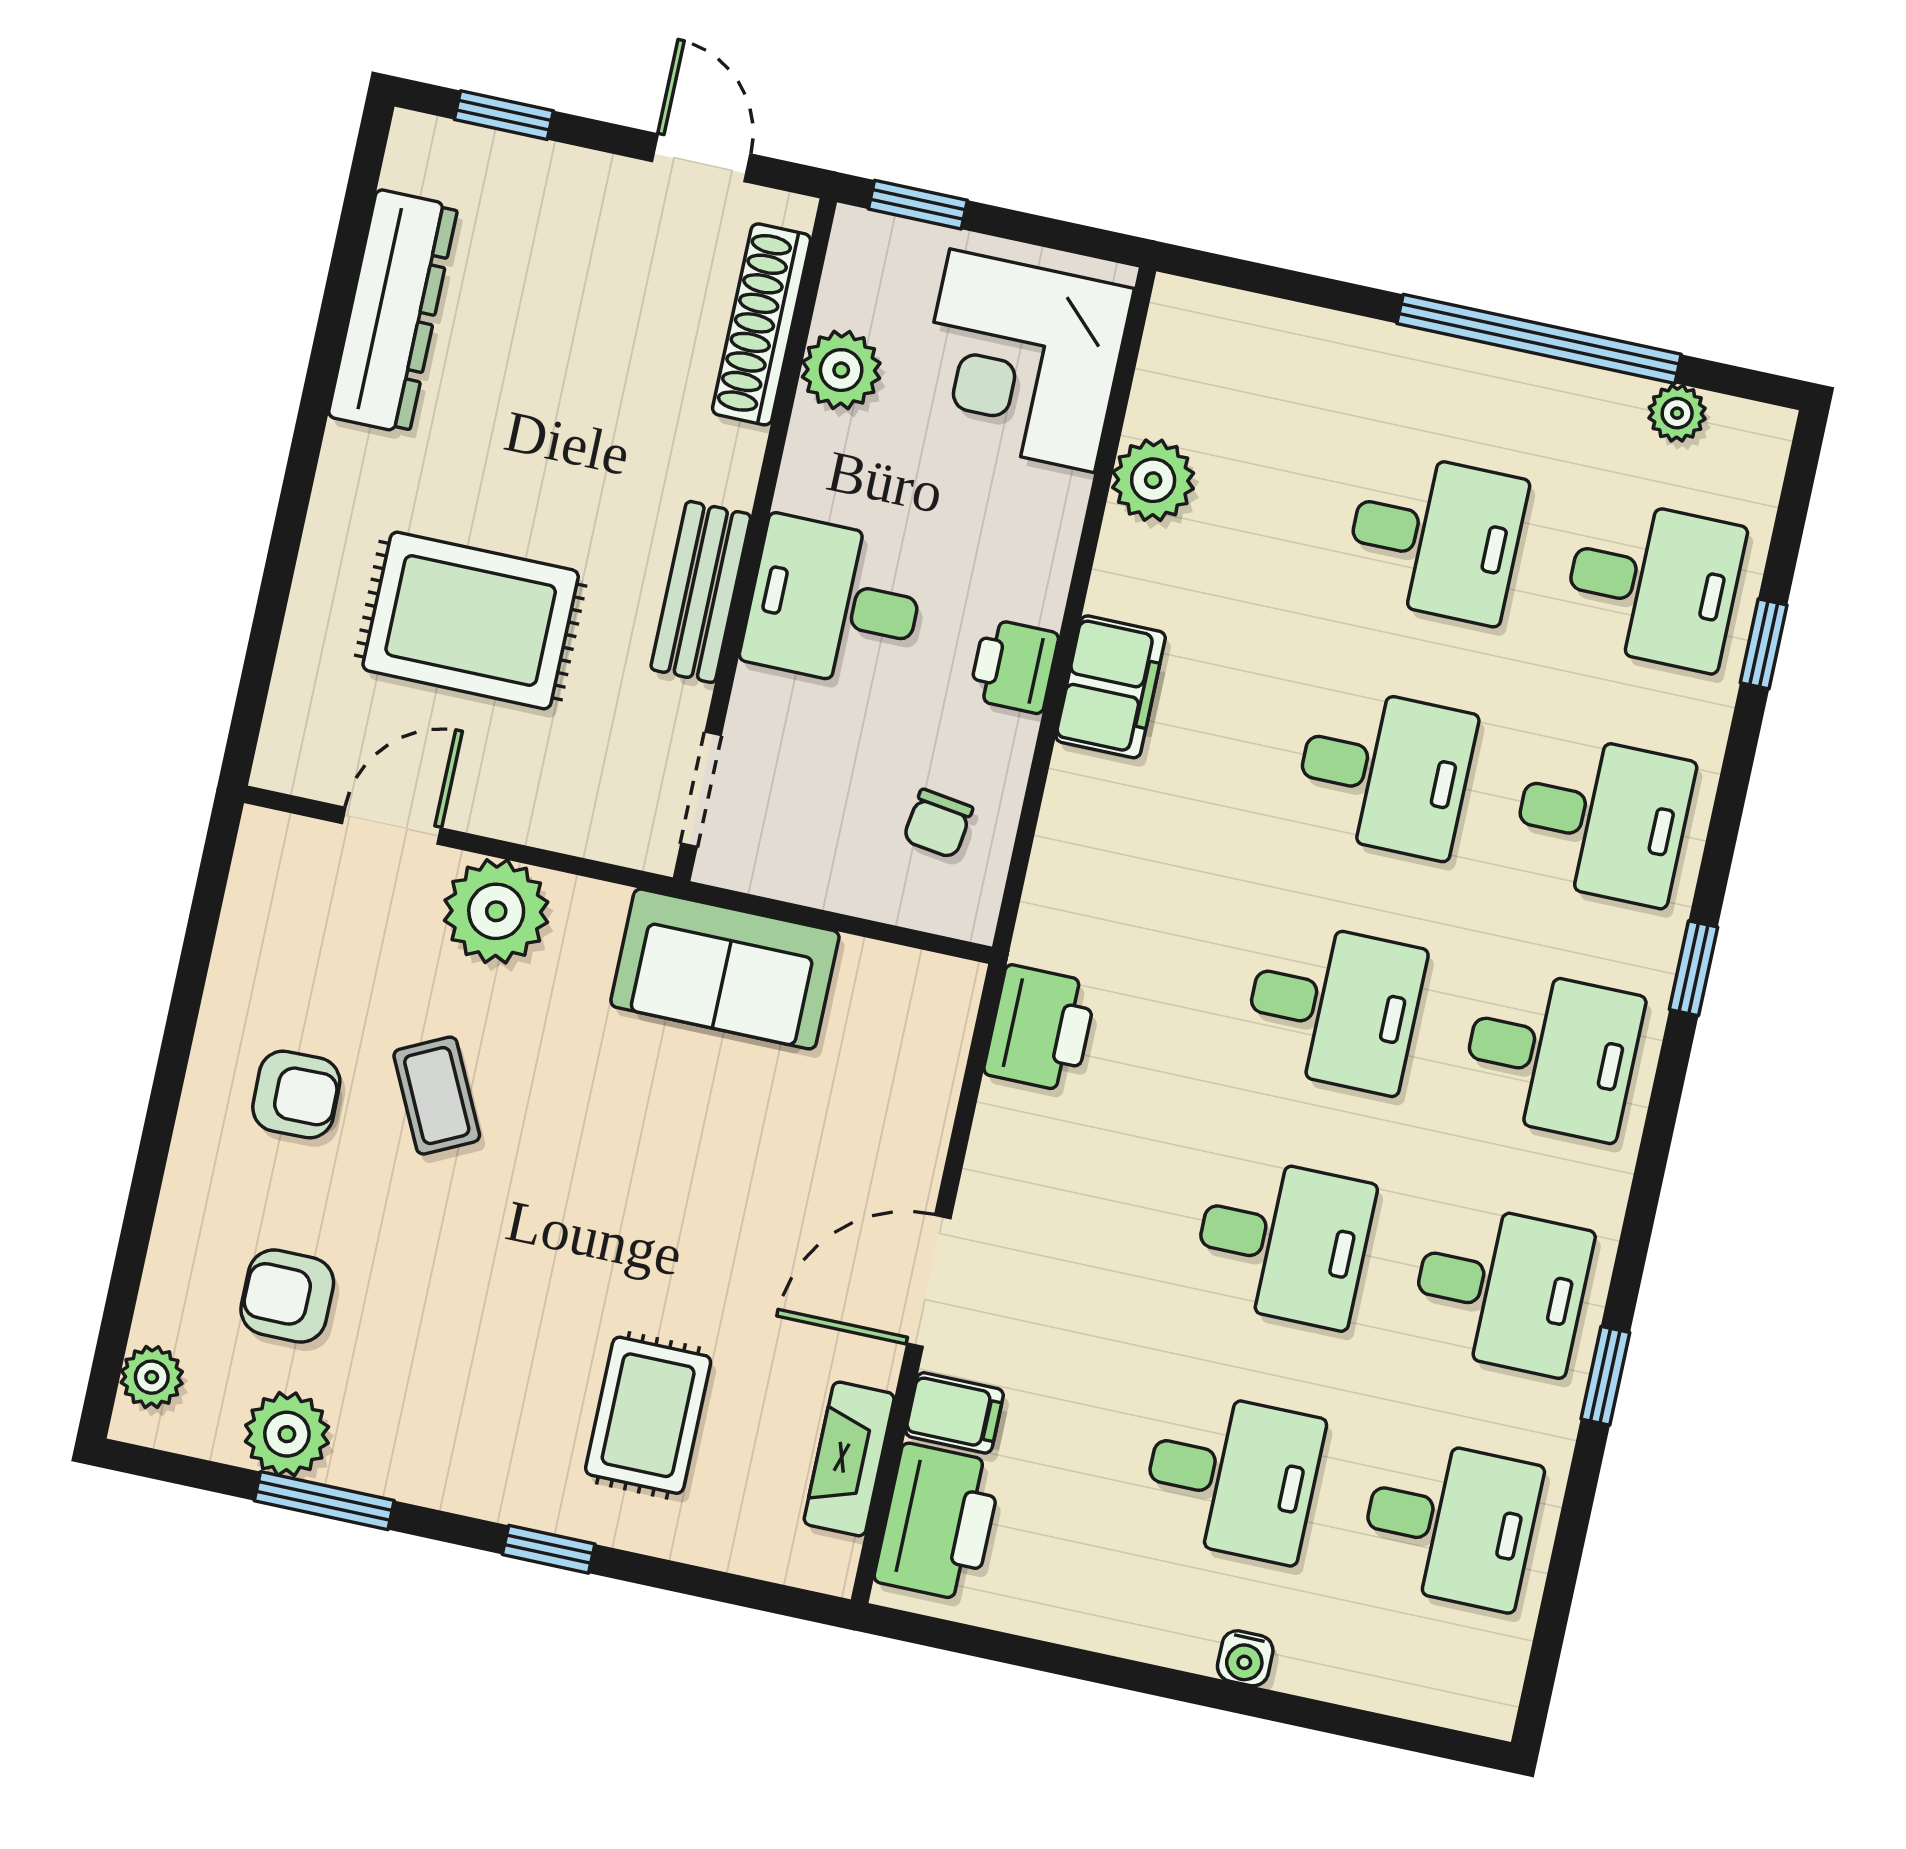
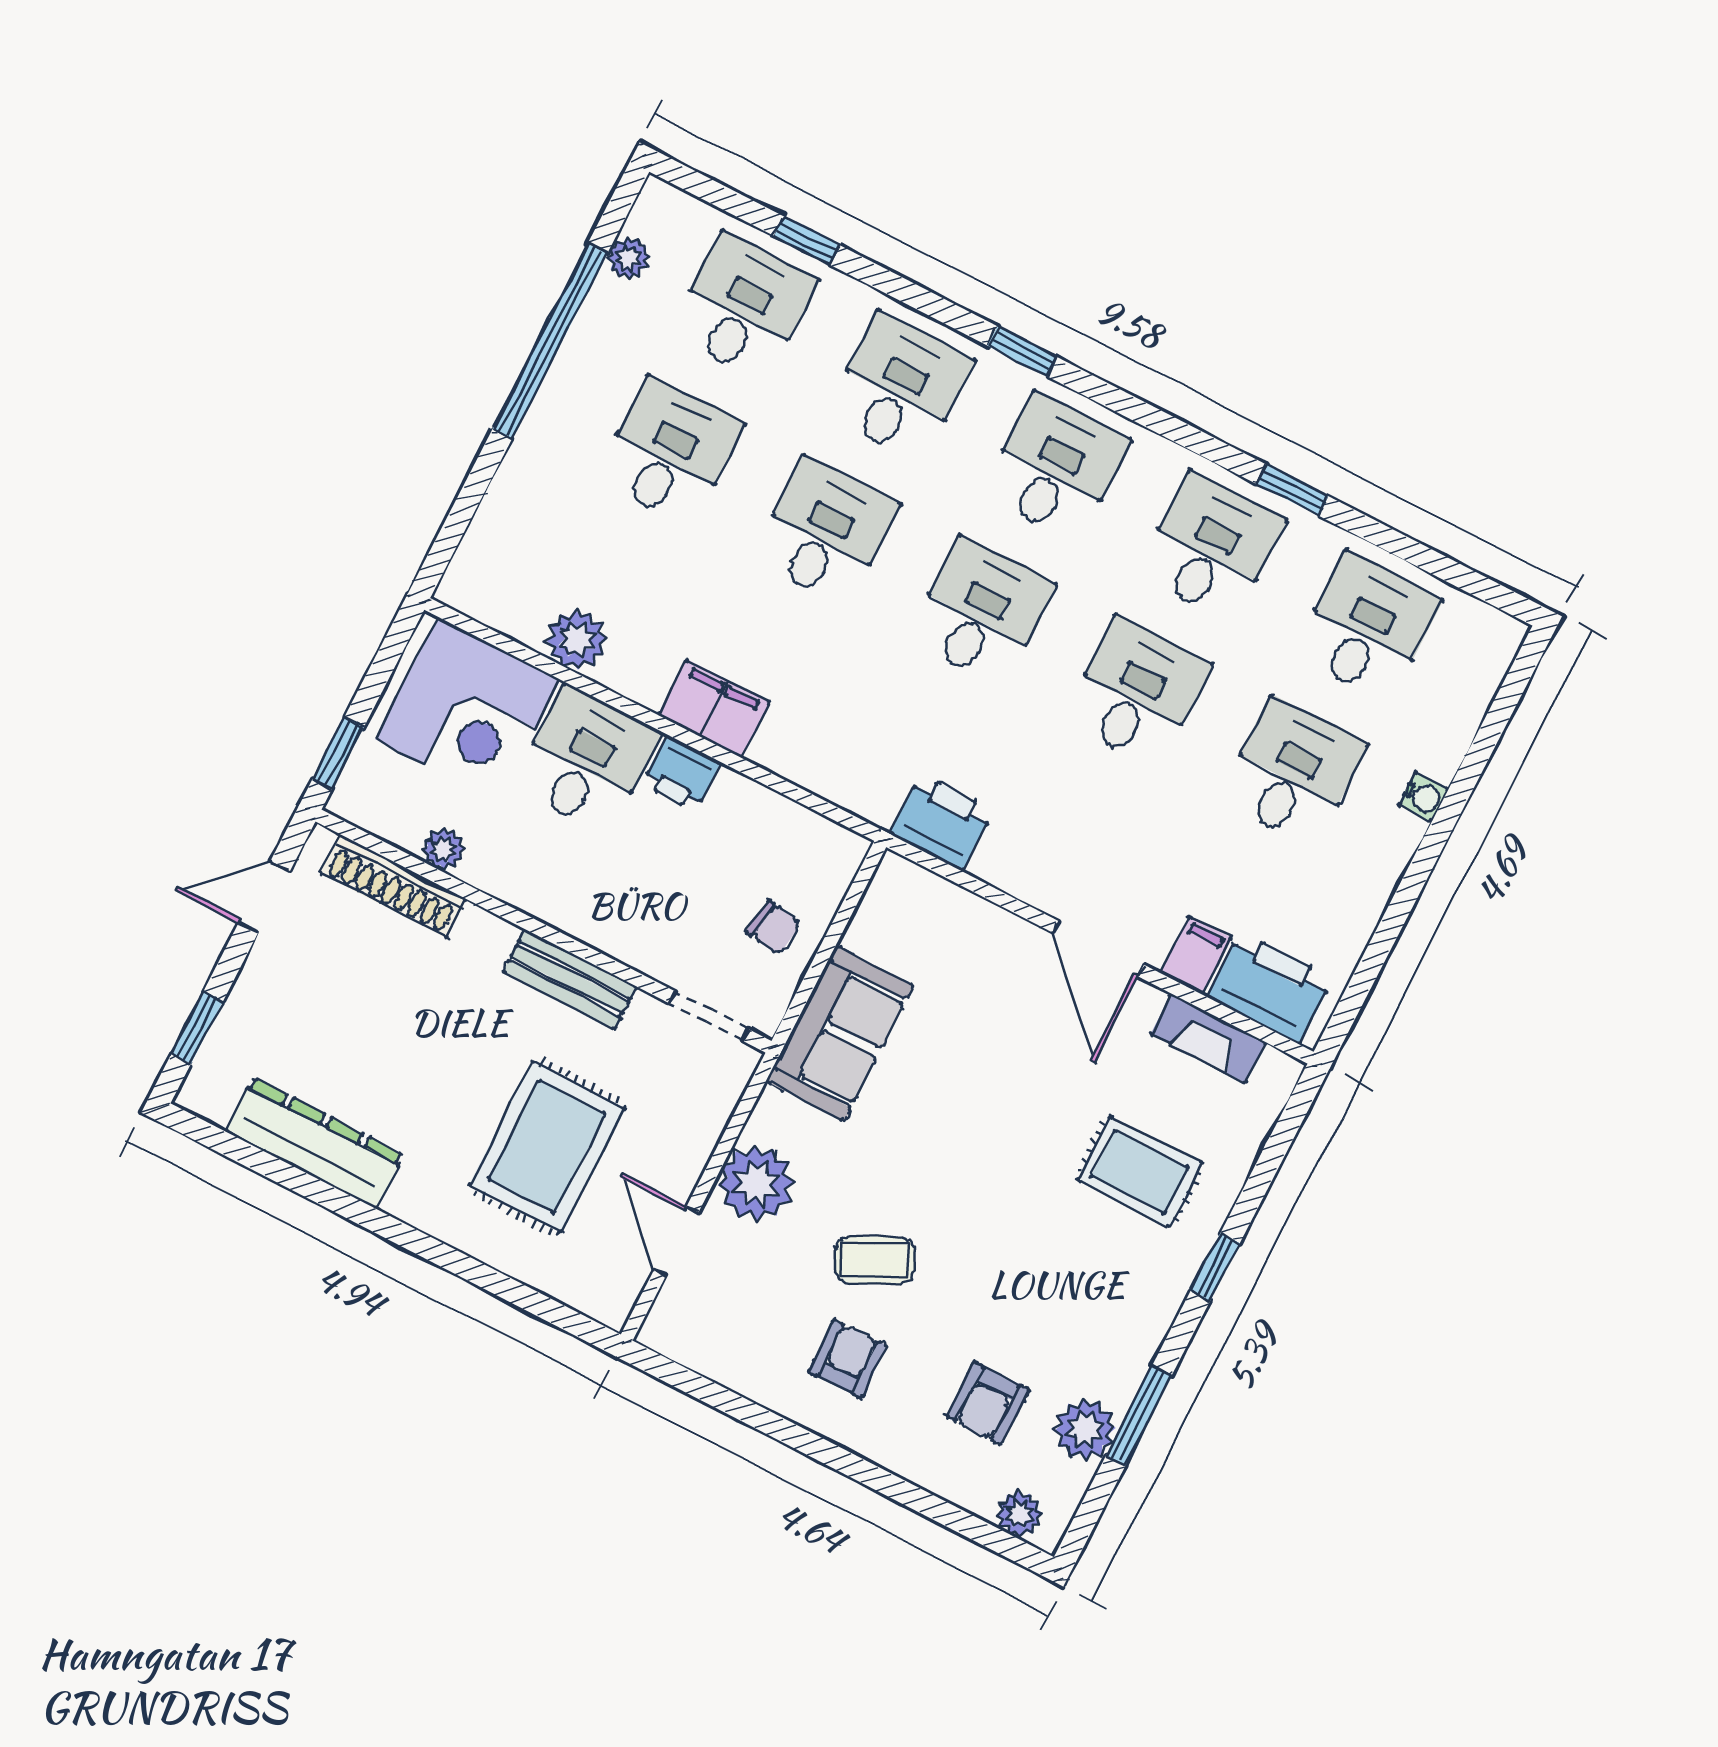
plant: (841, 370) -> (444, 849), width x0.73, depth x0.73
desk: (834, 603) -> (586, 760), moved, turned 180
chair: (938, 824) -> (774, 928), moved

